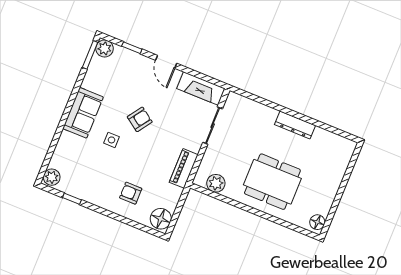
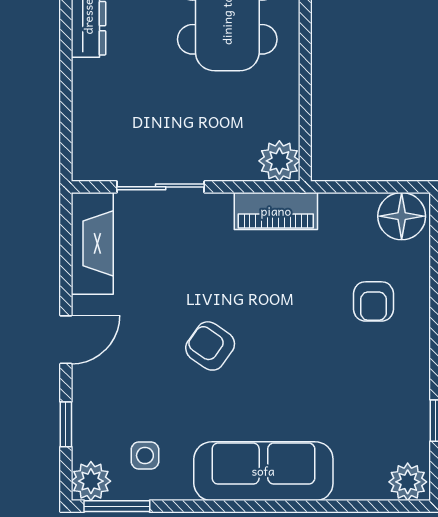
sofa: (83, 113) -> (263, 471), width x1.36
side table: (111, 140) -> (145, 456), moved
plant: (216, 183) -> (279, 161), moved

